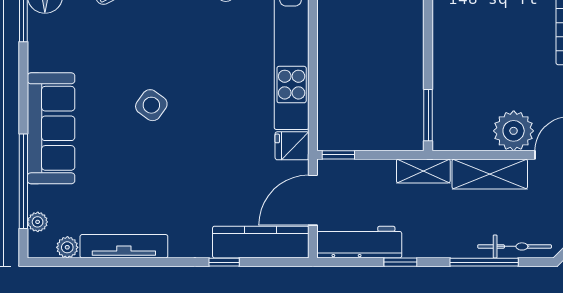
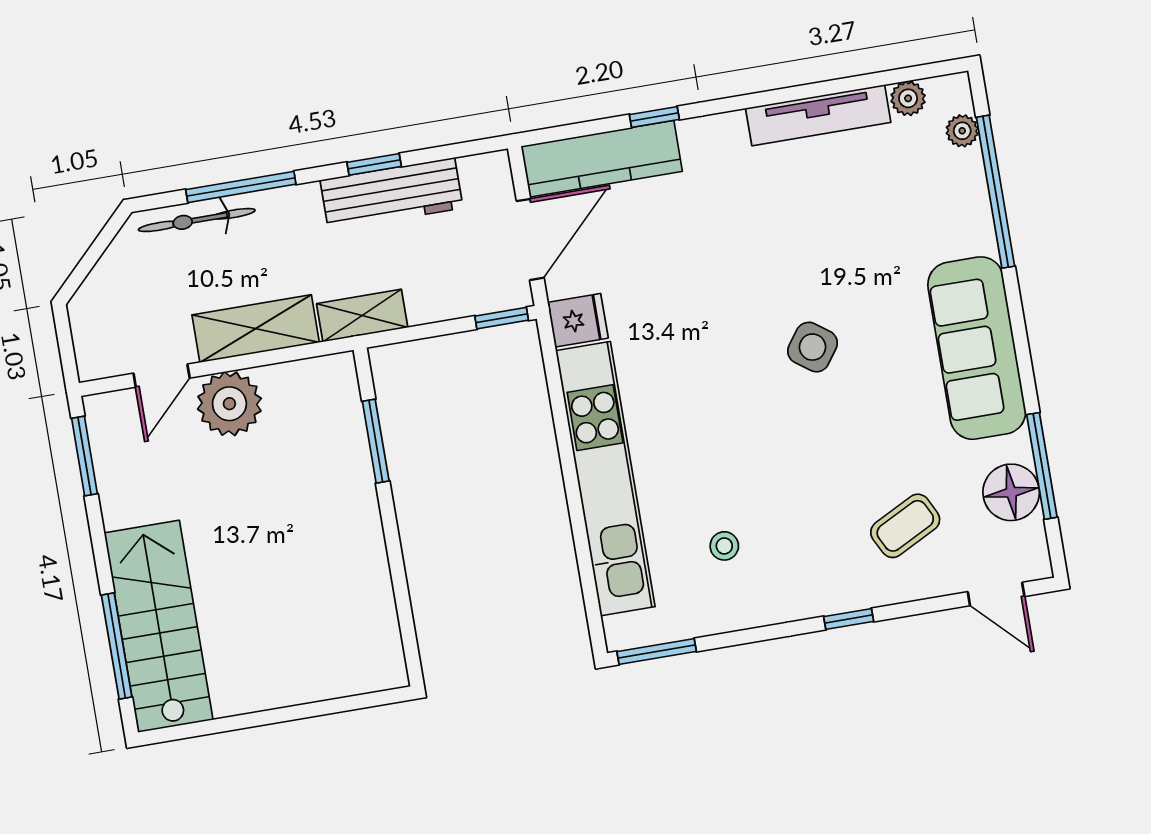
window: (428, 115) -> (376, 441), moved
sofa: (51, 128) -> (977, 348), moved
workbench: (359, 242) -> (392, 194), moved

